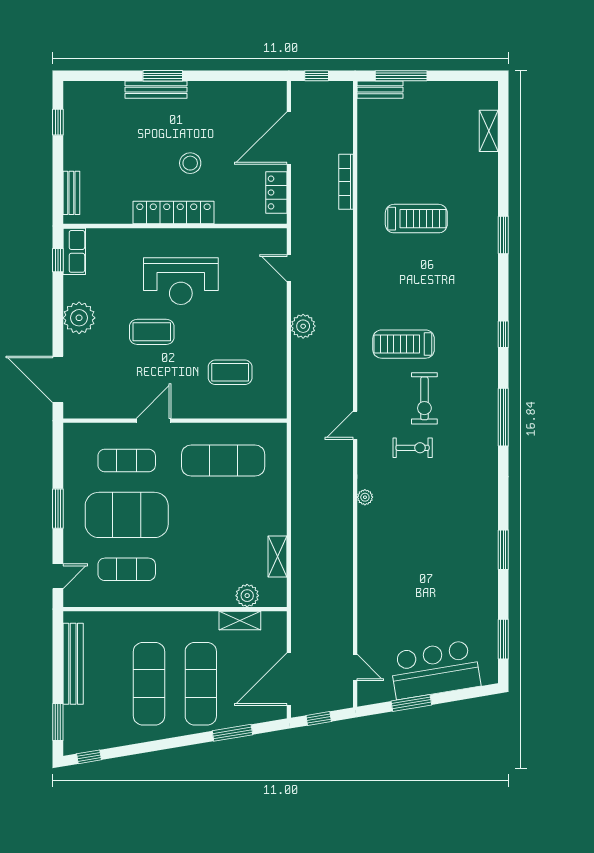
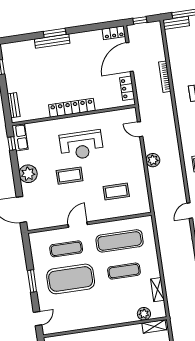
locker: (267, 91) -> (114, 33), added
stool: (190, 163) -> (77, 79), removed
exercise mat: (127, 569) -> (124, 271), moved
shelving: (240, 621) -> (154, 326), moved

